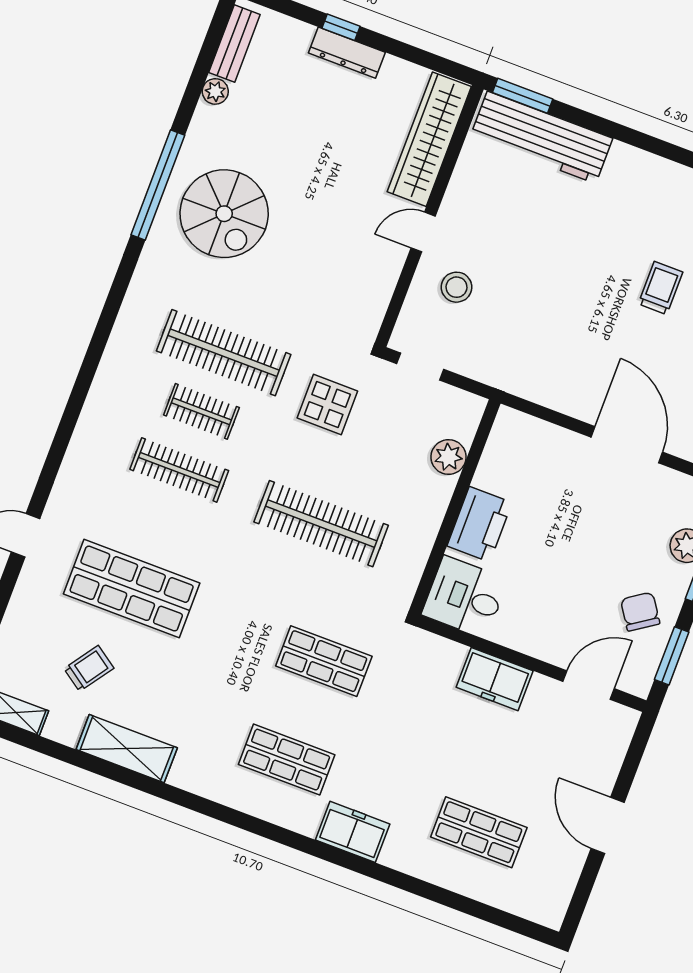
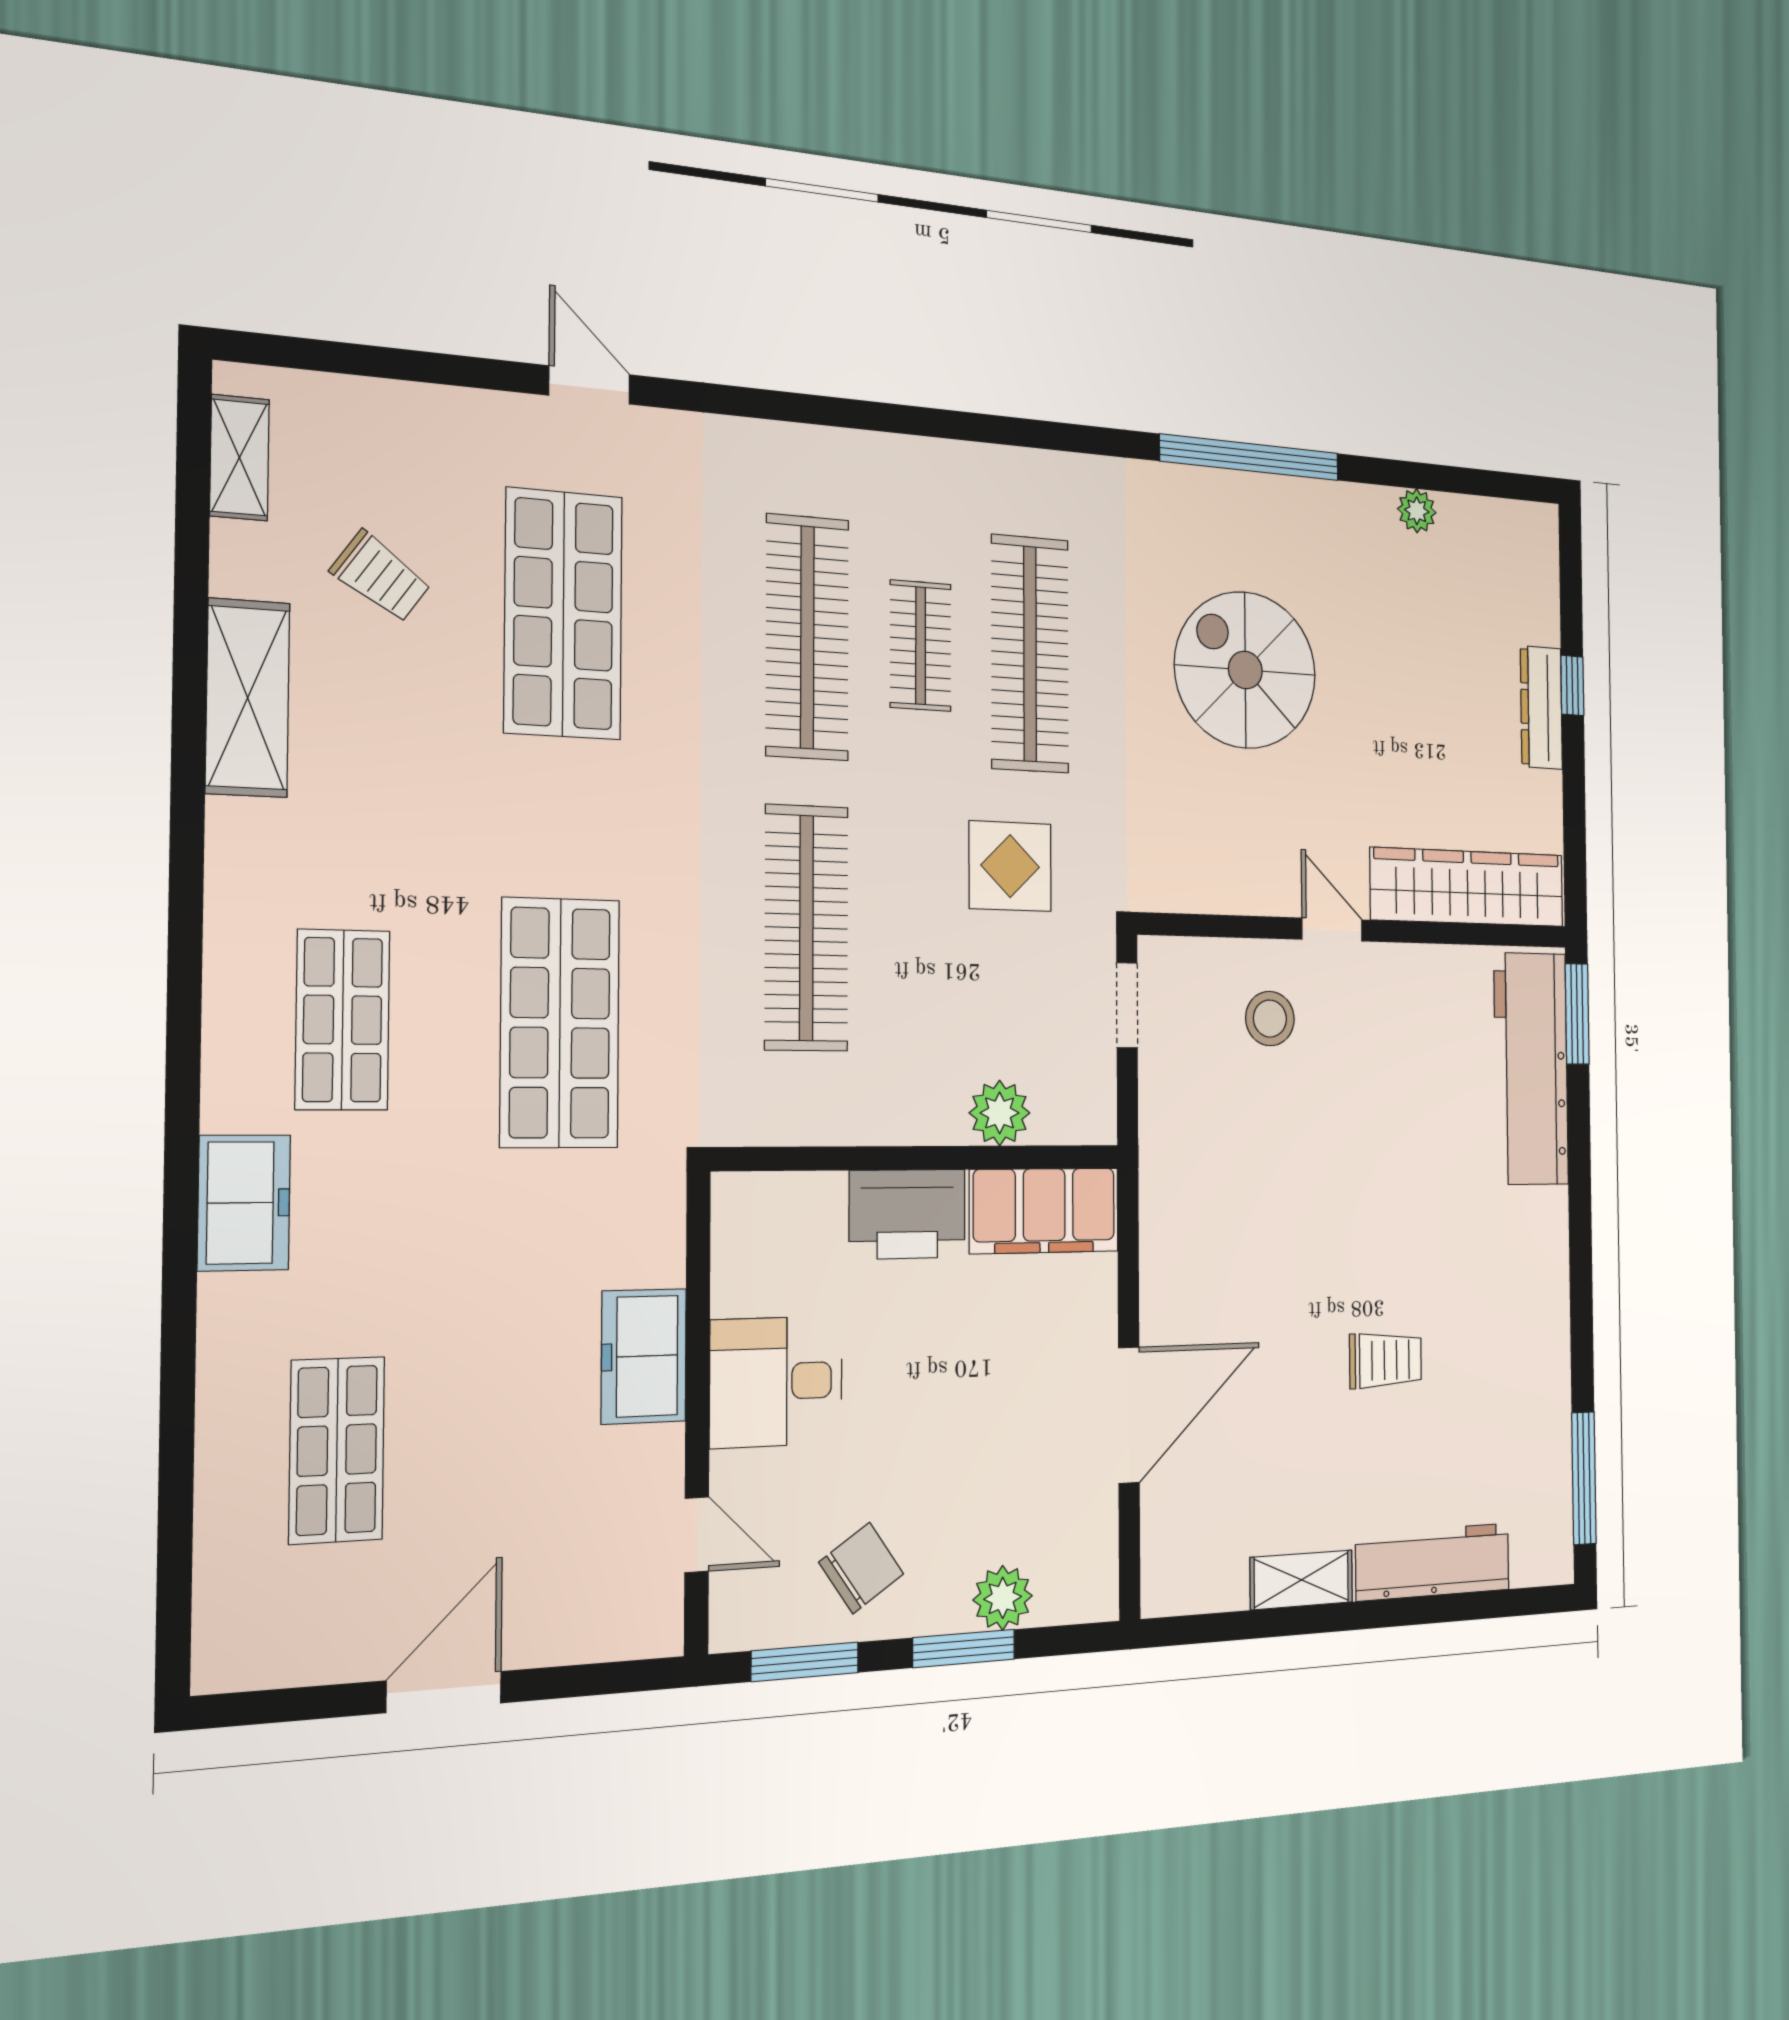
bench: (234, 43) -> (1494, 520), removed
spiral stairs: (224, 214) -> (1245, 670), moved, turned 90
filing cabinet: (506, 452) -> (1044, 1211), added
clothes rail: (179, 470) -> (807, 637), width x1.37, depth x1.31
desk: (465, 597) -> (776, 1382), moved, turned -90
shop shelf: (324, 661) -> (560, 1023), width x1.43, depth x1.36
door: (589, 685) -> (697, 1535), width x0.73

